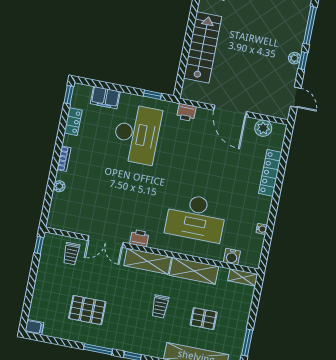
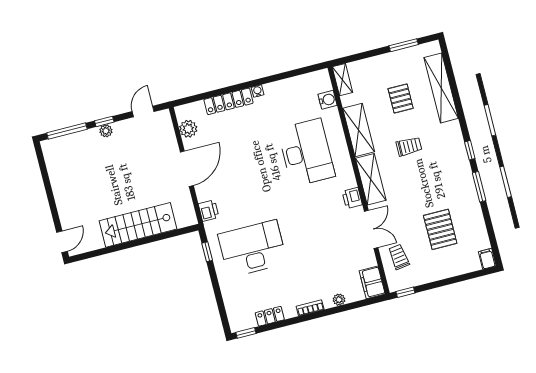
filing cabinet: (105, 98) -> (372, 282), moved, turned 180
water cooler: (262, 229) -> (258, 91), moved
trolley: (71, 254) -> (399, 257), turned -98
pallet: (87, 310) -> (440, 229), moved

